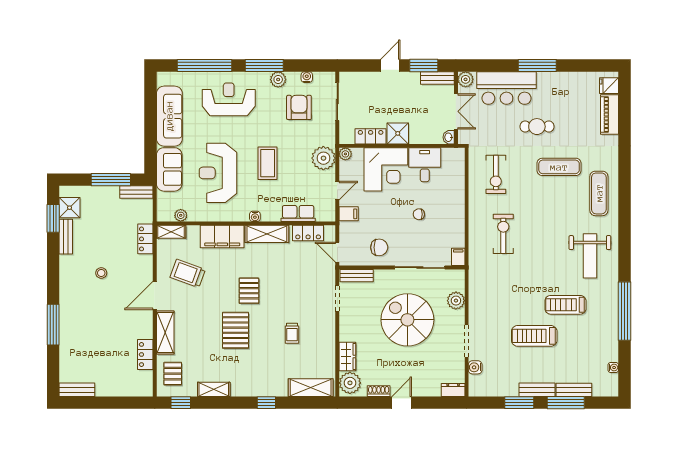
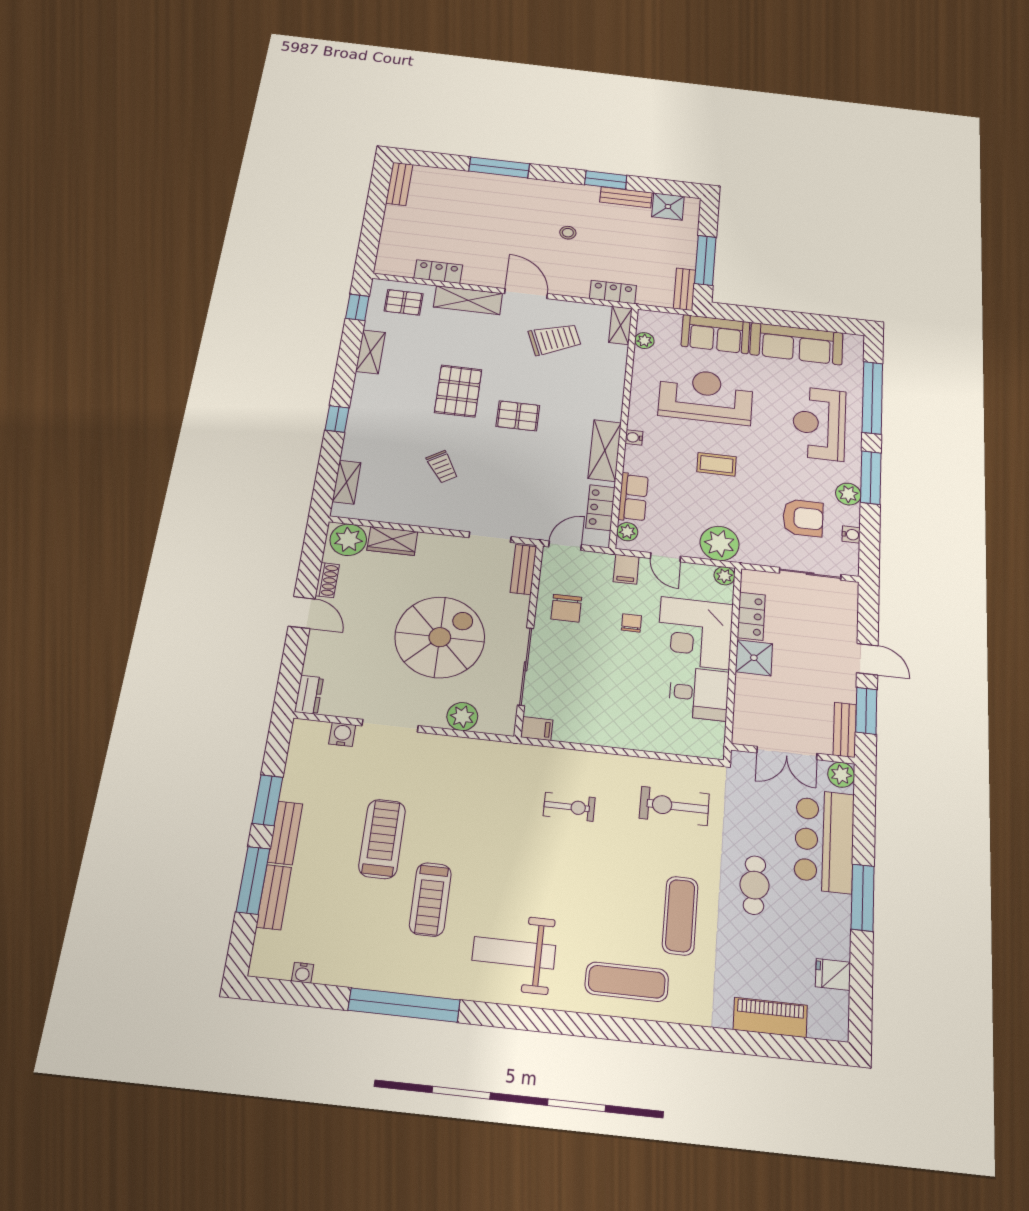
fridge: (609, 86) -> (833, 974), moved, turned -90
reception desk: (229, 99) -> (819, 423), turned 180
washbasin: (449, 137) -> (743, 736), removed
coffee table: (268, 163) -> (716, 464), width x0.73, depth x0.77
chair: (419, 214) -> (631, 623), moved
plant: (323, 215) -> (627, 532), added
window: (53, 218) -> (606, 180), moved
exercise bike: (503, 234) -> (569, 807), width x0.73, depth x0.72
filing cabinet: (222, 237) -> (607, 390), removed
trolley: (188, 273) -> (555, 339), turned 49
treadmill: (565, 305) -> (430, 899), turned 180
pallet: (236, 330) -> (458, 391), turned 90
trolley: (292, 333) -> (442, 467), turned -122
shelving: (311, 388) -> (347, 482), width x0.67, depth x0.75

